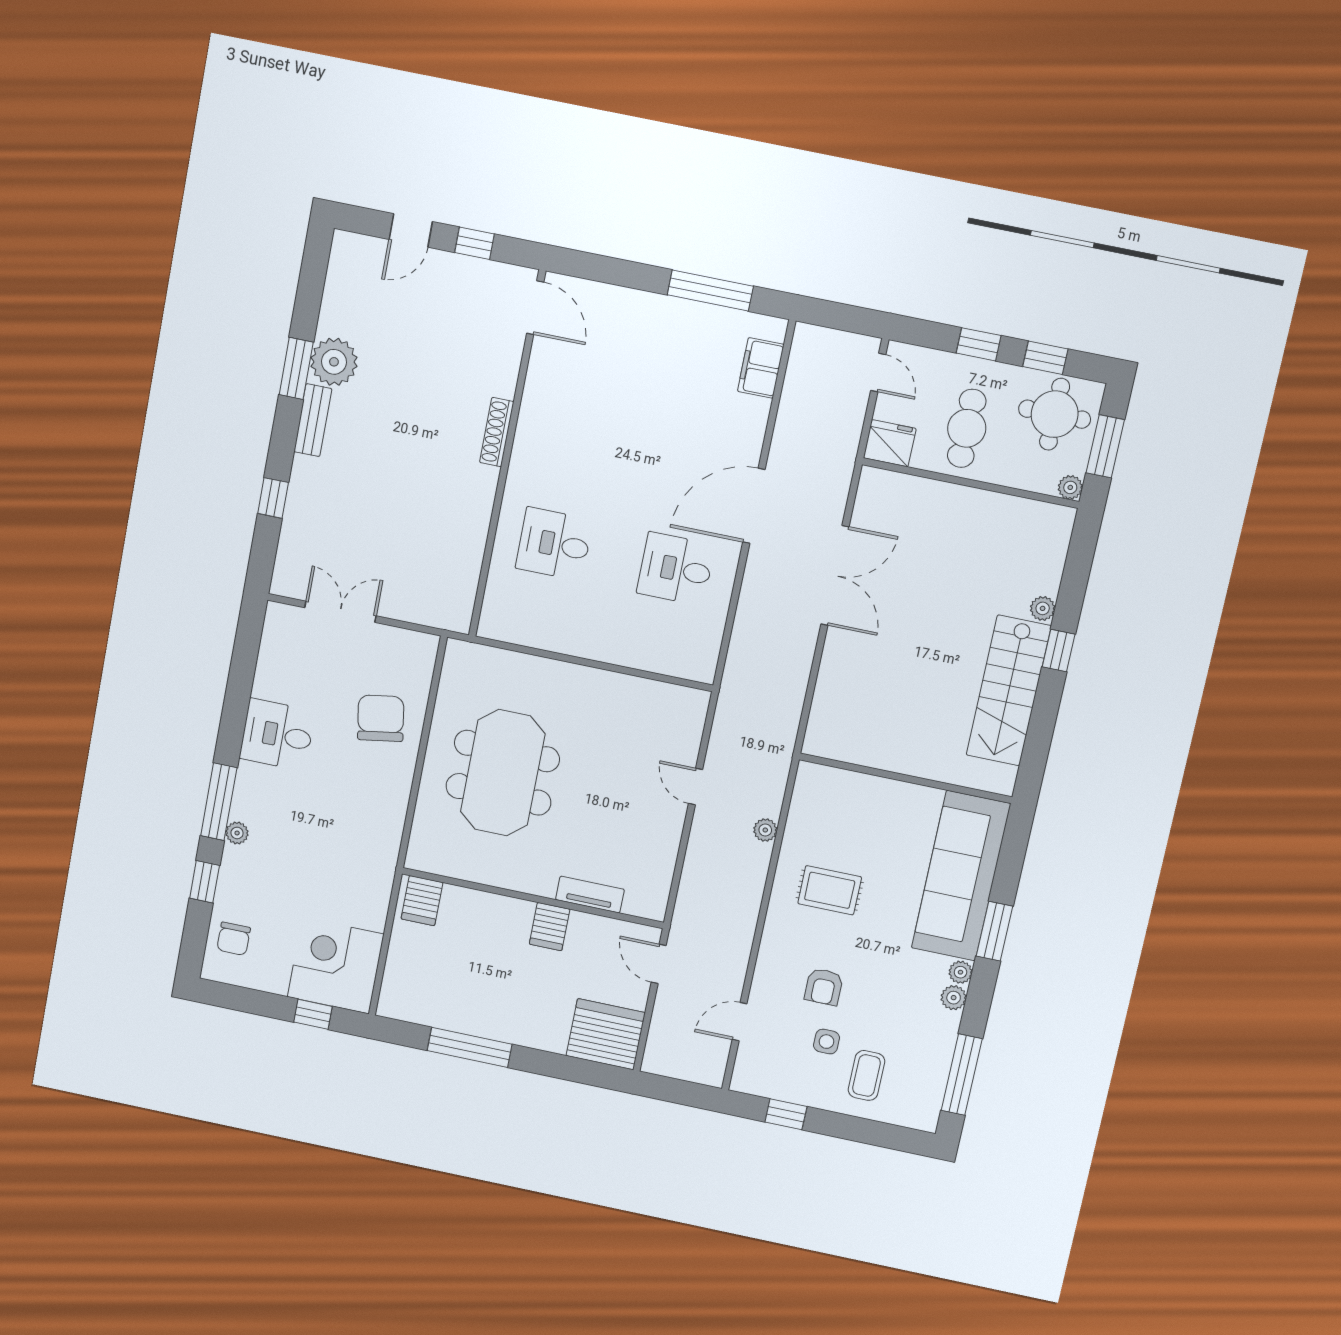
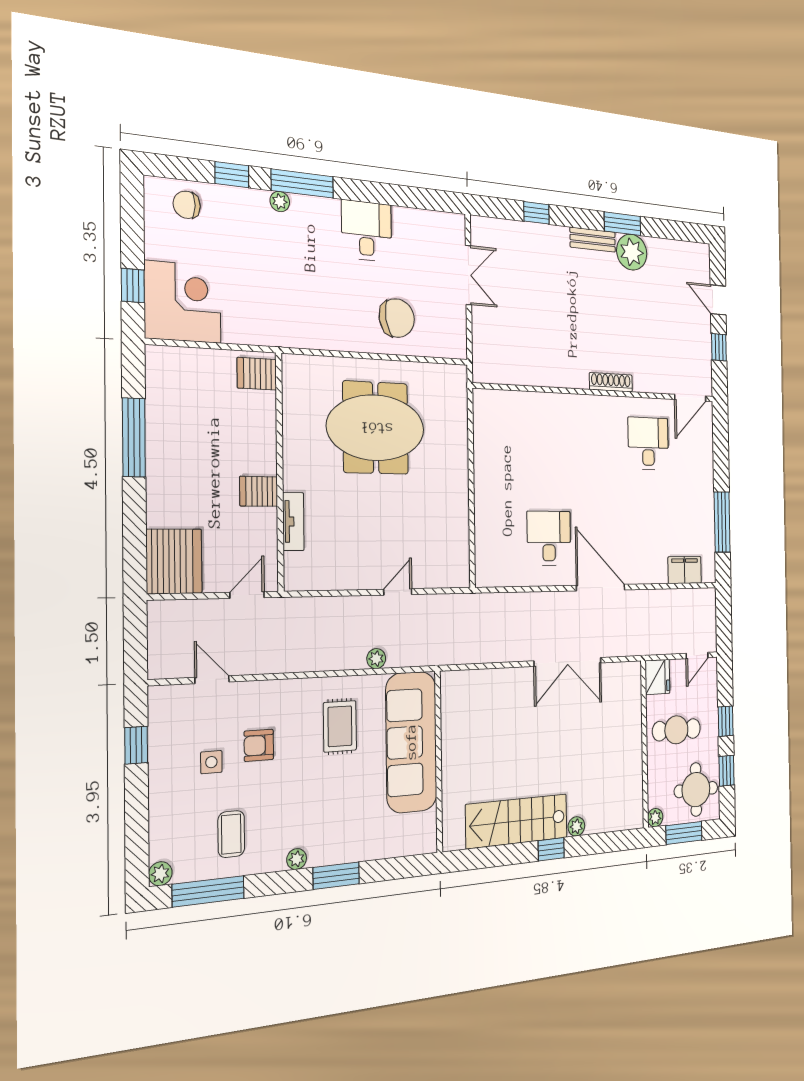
desk: (554, 544) -> (648, 444), moved
sofa: (961, 876) -> (411, 742), moved, turned -90
plant: (954, 998) -> (160, 874), moved
coffee table: (866, 1075) -> (231, 834), moved, turned 90

